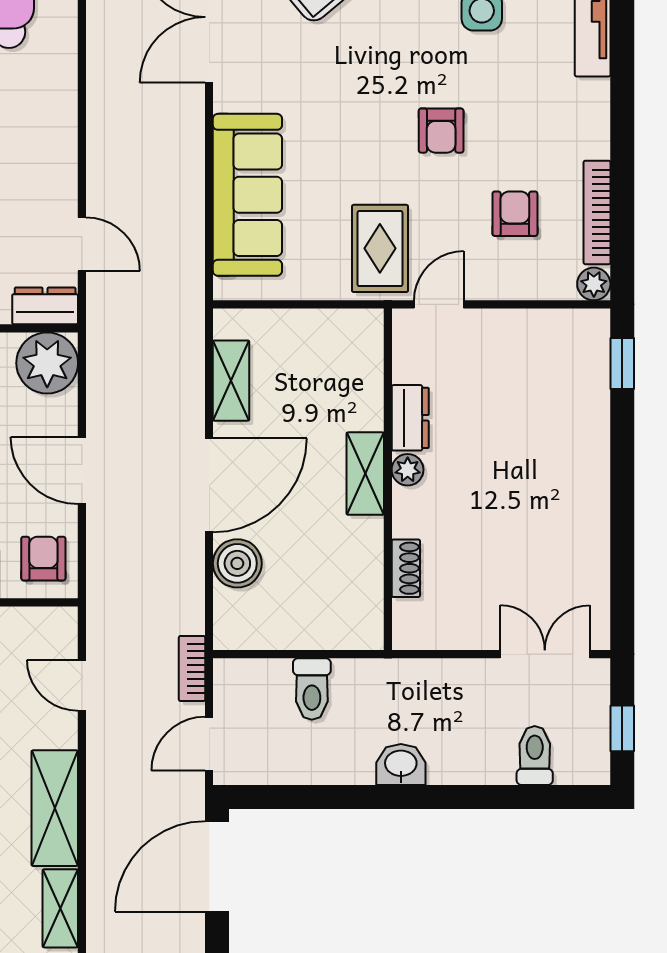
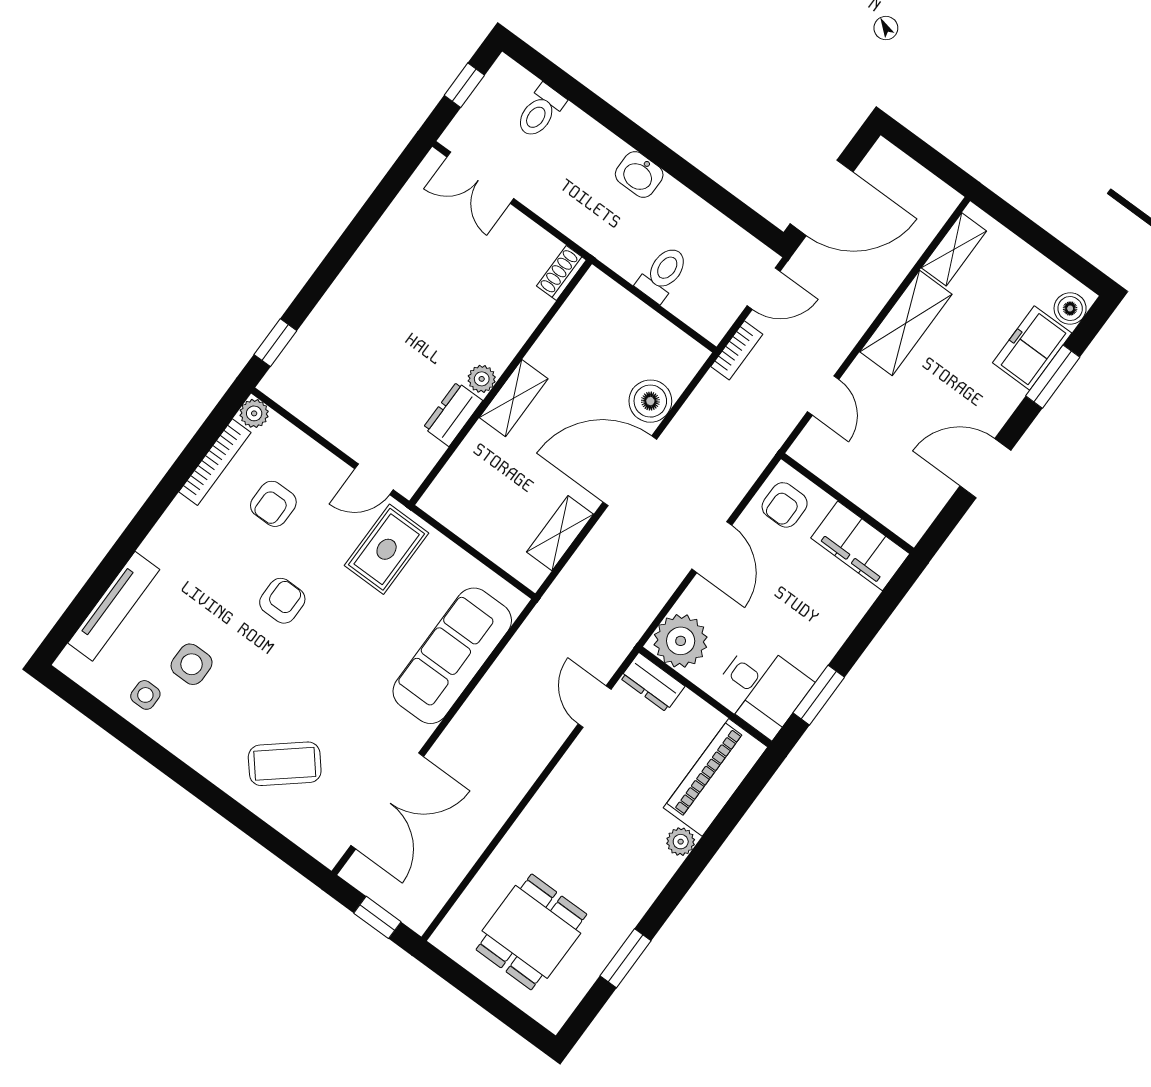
shoe rack: (406, 568) -> (561, 273), moved

